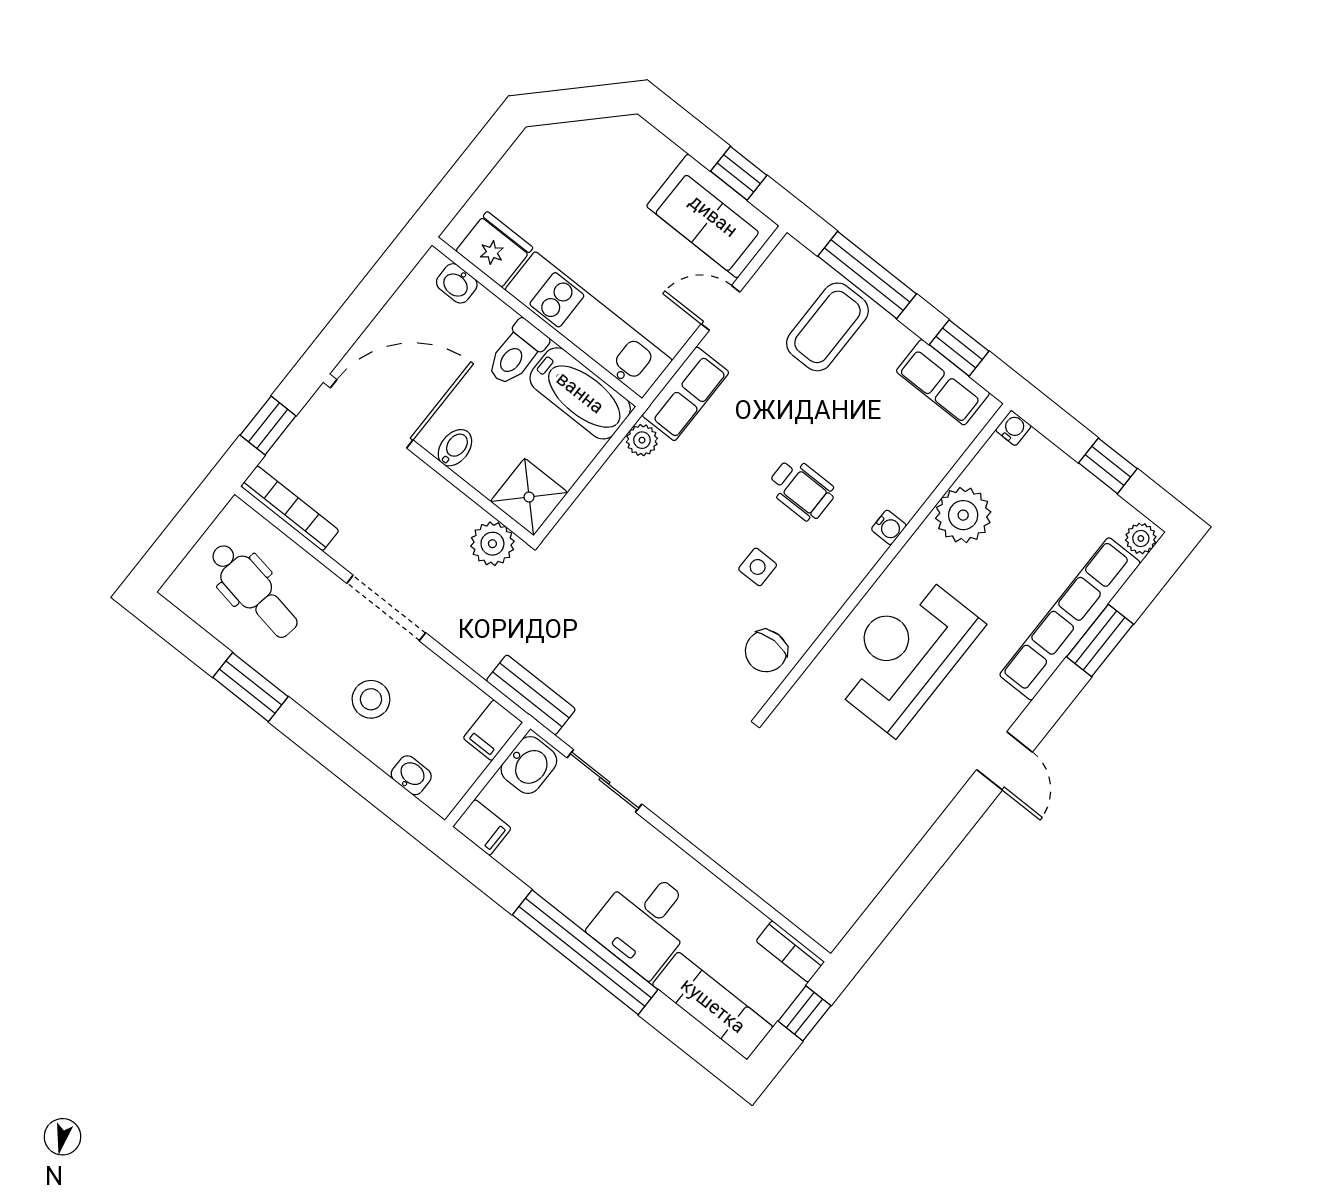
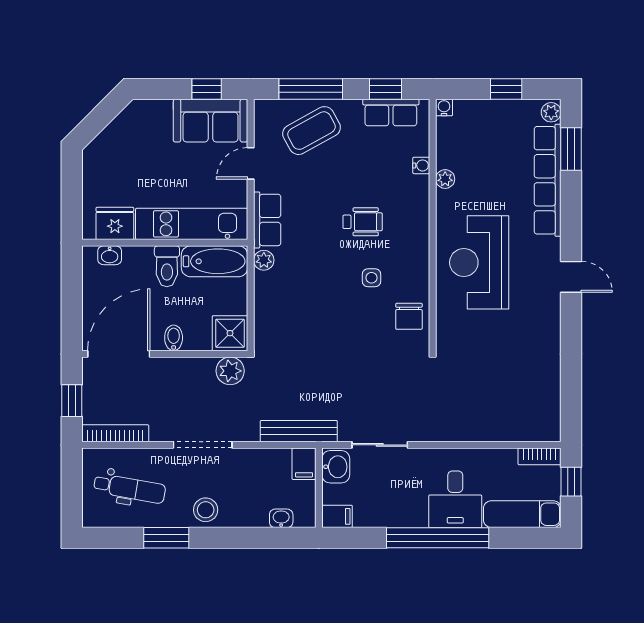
coffee table: (827, 327) -> (311, 131), turned 61
plant: (963, 515) -> (445, 179), width x0.53, depth x0.53
water cooler: (889, 527) -> (421, 165), moved
window: (1100, 640) -> (571, 149), moved
bench: (531, 695) -> (299, 431), width x1.36
stool: (371, 699) -> (206, 510), moved

